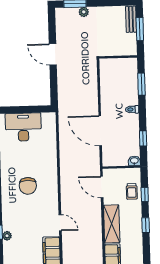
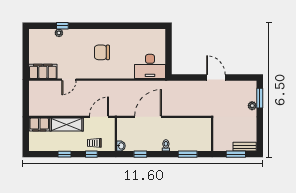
door: (53, 54) -> (216, 78), hinge flipped
desk: (23, 127) -> (150, 66), moved, turned 90

